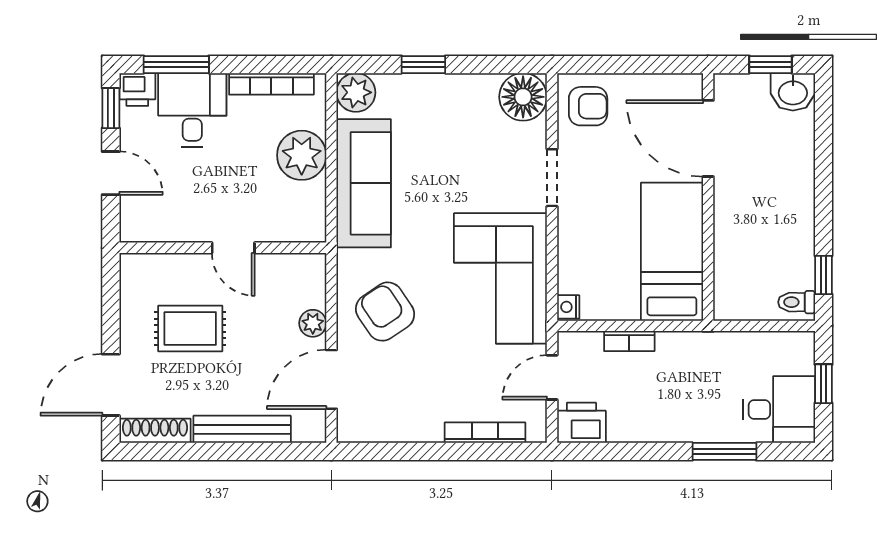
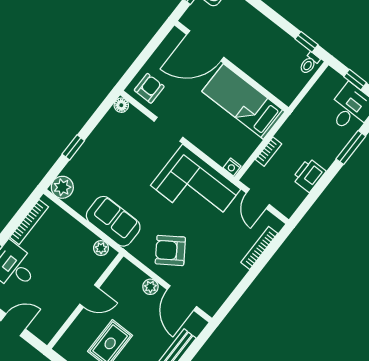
floor lamp: (523, 97) -> (121, 105), width x0.53, depth x0.53
plant: (302, 155) -> (101, 248), moved, width x0.53, depth x0.53
sofa: (364, 183) -> (113, 221), width x0.73
printer: (581, 423) -> (309, 175), moved

